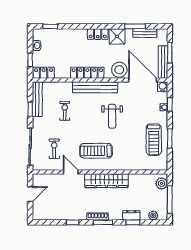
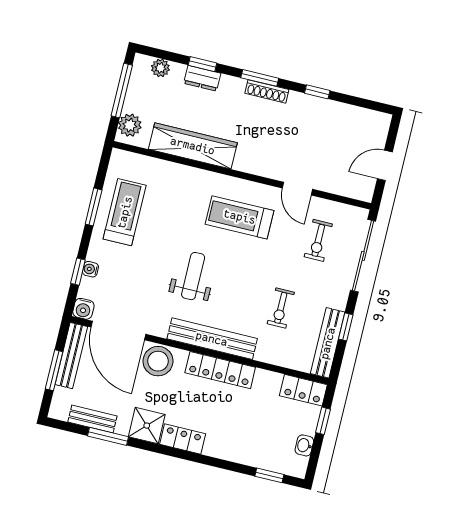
treadmill: (96, 151) -> (240, 217), turned 180
wardrobe: (107, 181) -> (193, 146), moved

